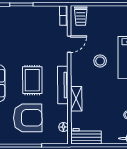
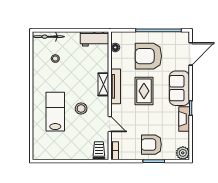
armchair: (24, 22) -> (151, 145), added
door: (69, 44) -> (110, 124), swing flipped
shelving: (76, 99) -> (103, 84), moved

